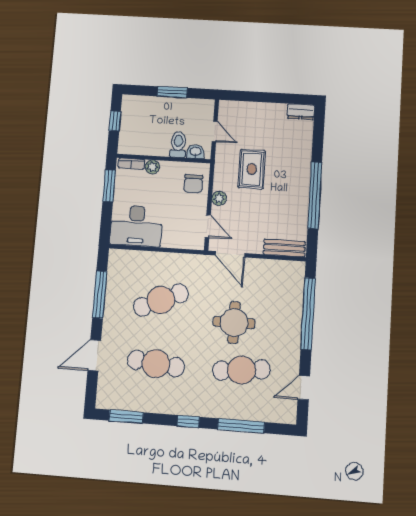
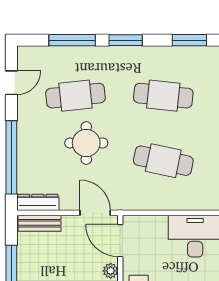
door: (208, 226) -> (120, 241), width x1.37
dresser: (285, 268) -> (38, 202), added
cafe table: (161, 300) -> (163, 161), turned 36
window: (188, 422) -> (126, 40), width x1.50

